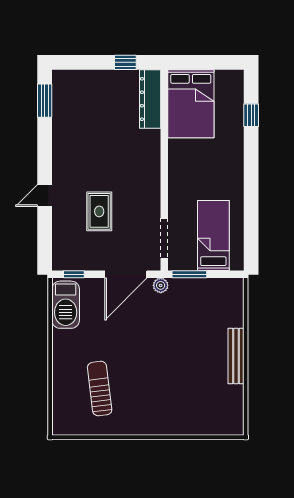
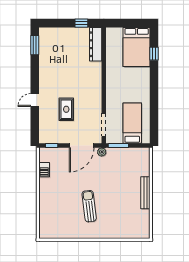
bed: (191, 104) -> (137, 47), moved
barbecue: (66, 305) -> (44, 170), width x0.53, depth x0.65
sun lounger: (100, 389) -> (89, 206), moved

